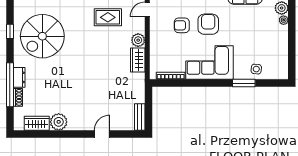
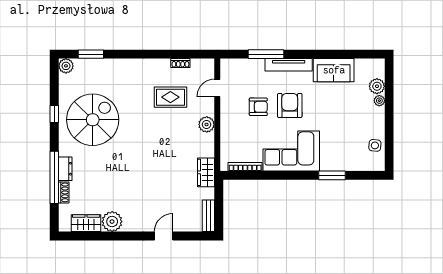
armchair: (182, 25) -> (258, 107), turned 180
spiral stairs: (42, 36) -> (93, 120), turned 180
wardrobe: (138, 60) -> (206, 172), moved
side table: (256, 69) -> (375, 145), moved

